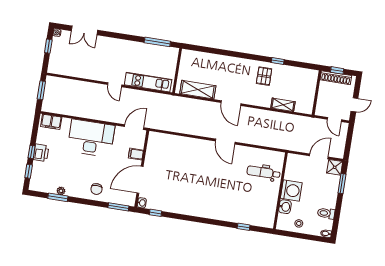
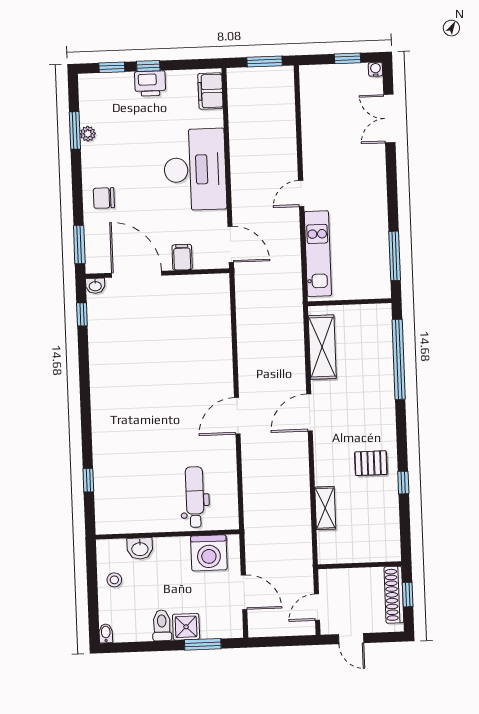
window: (212, 51) -> (399, 359), added
shower: (335, 167) -> (186, 627), moved
washing machine: (291, 190) -> (209, 553), moved
toilet: (326, 213) -> (162, 625), moved

